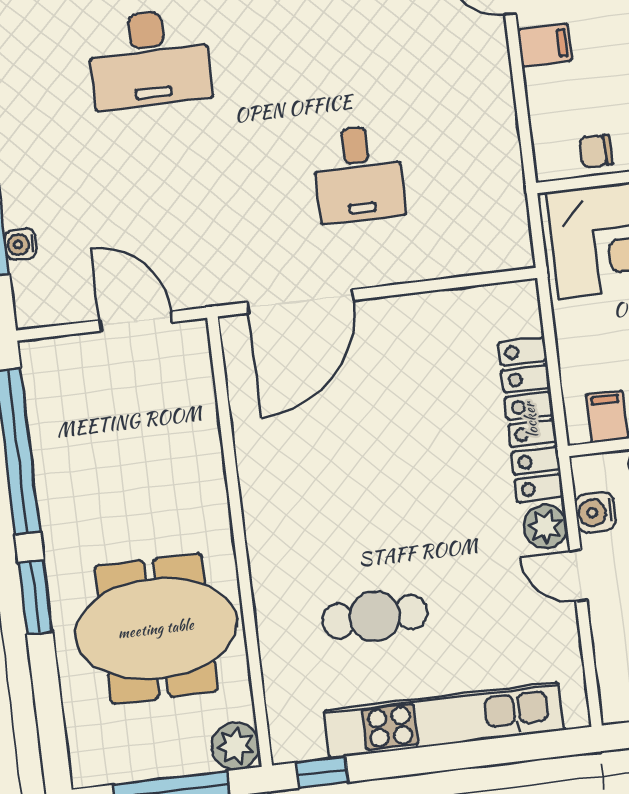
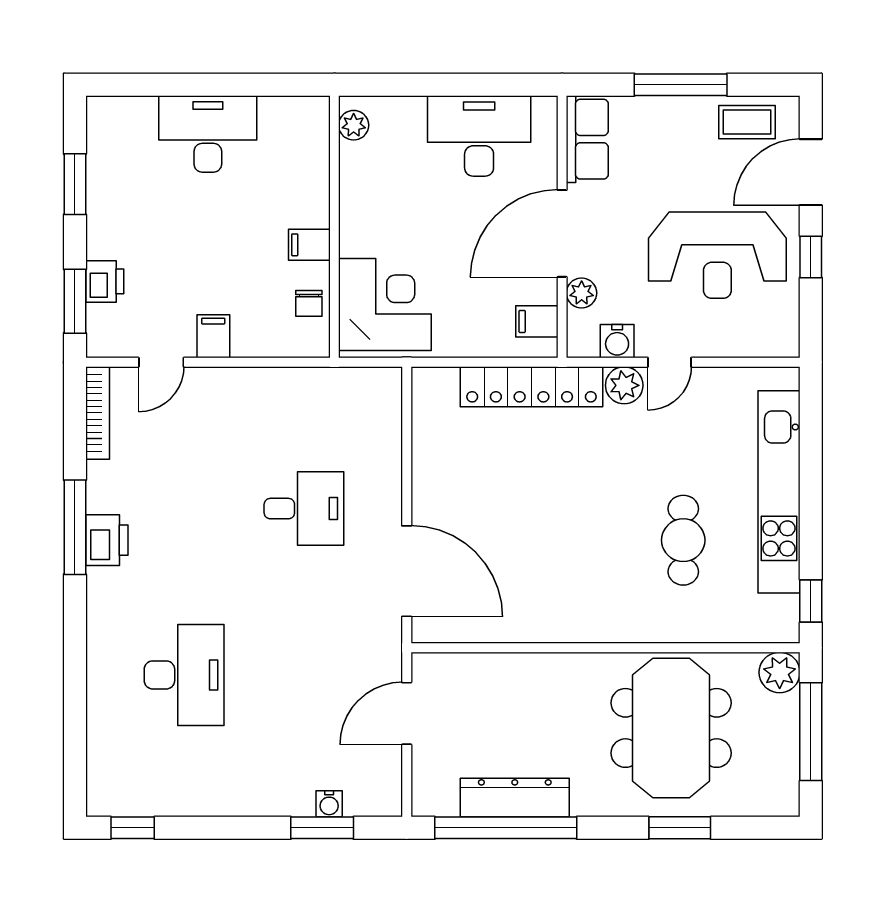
dresser: (54, 458) -> (515, 797), added
window: (35, 597) -> (680, 828), moved

